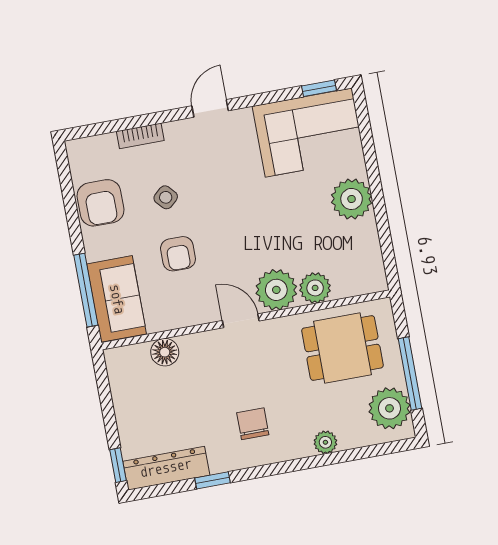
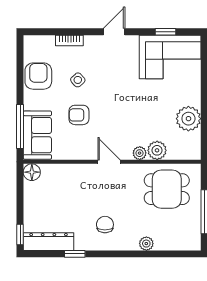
window: (319, 88) -> (166, 32), moved
plant: (352, 199) -> (188, 119), moved
armchair: (101, 203) -> (38, 76), turned 180
armchair: (178, 254) -> (79, 115), turned 90
plant: (276, 290) -> (140, 153), width x0.53, depth x0.53
floor lamp: (165, 352) -> (32, 172), moved
plant: (390, 408) -> (188, 230), removed

